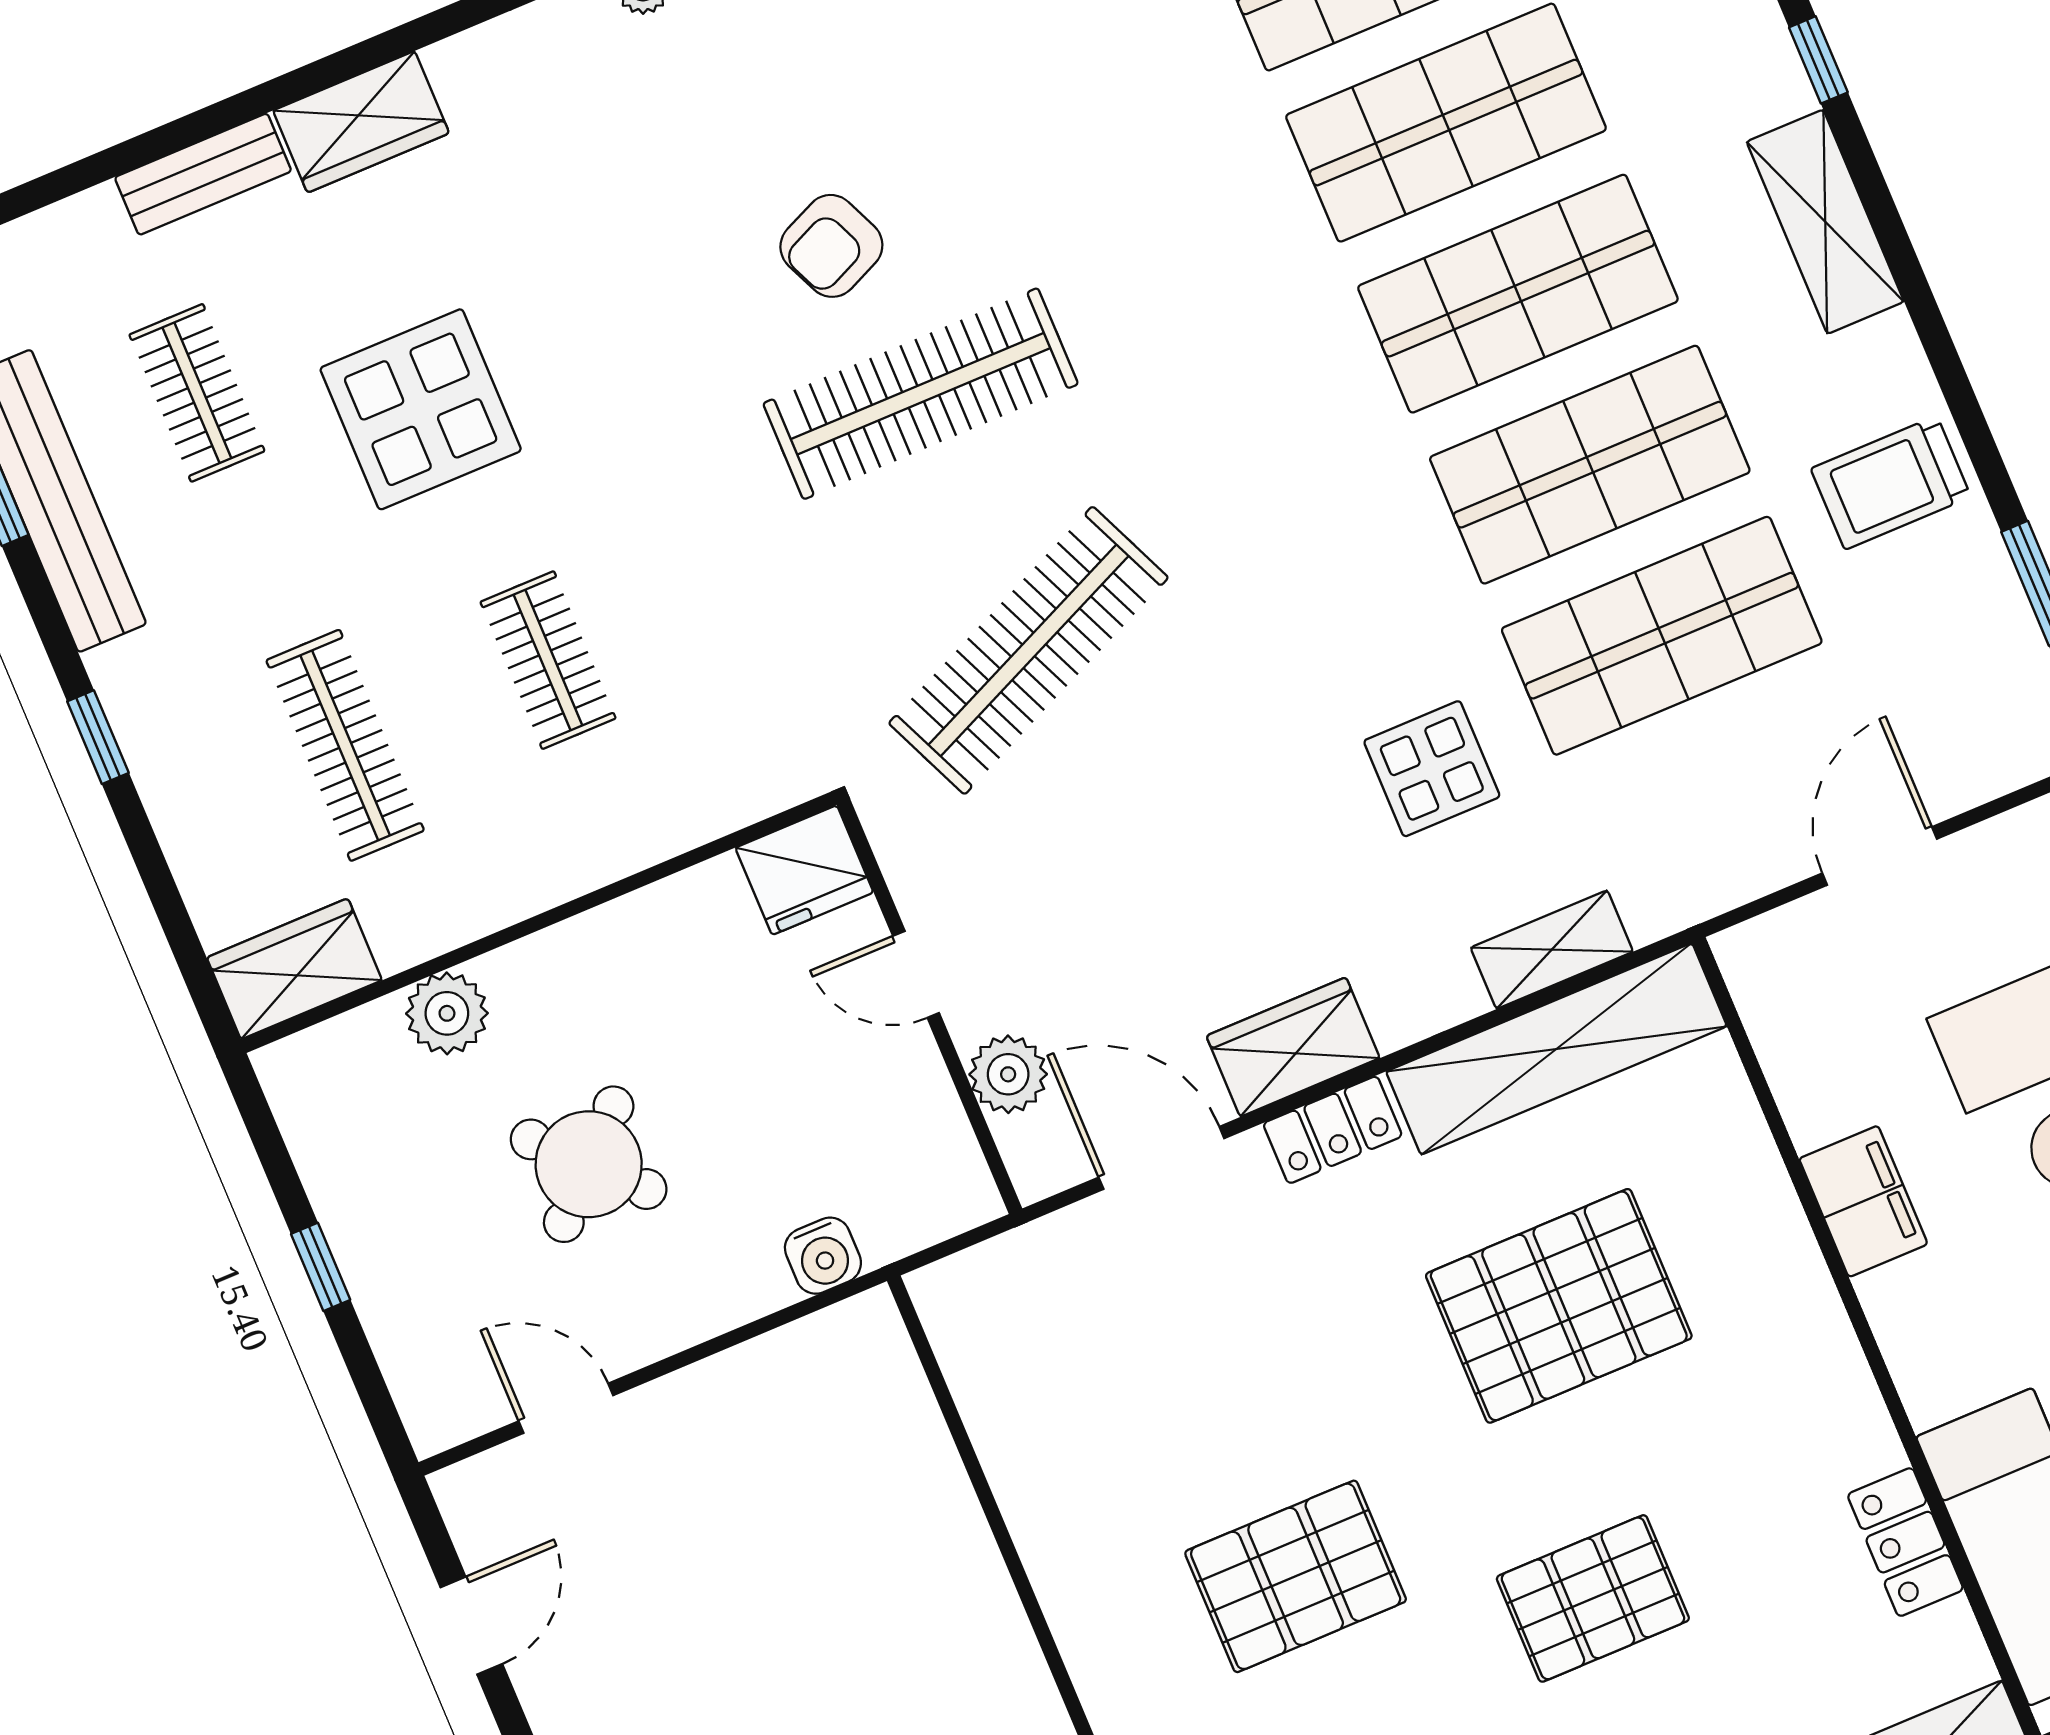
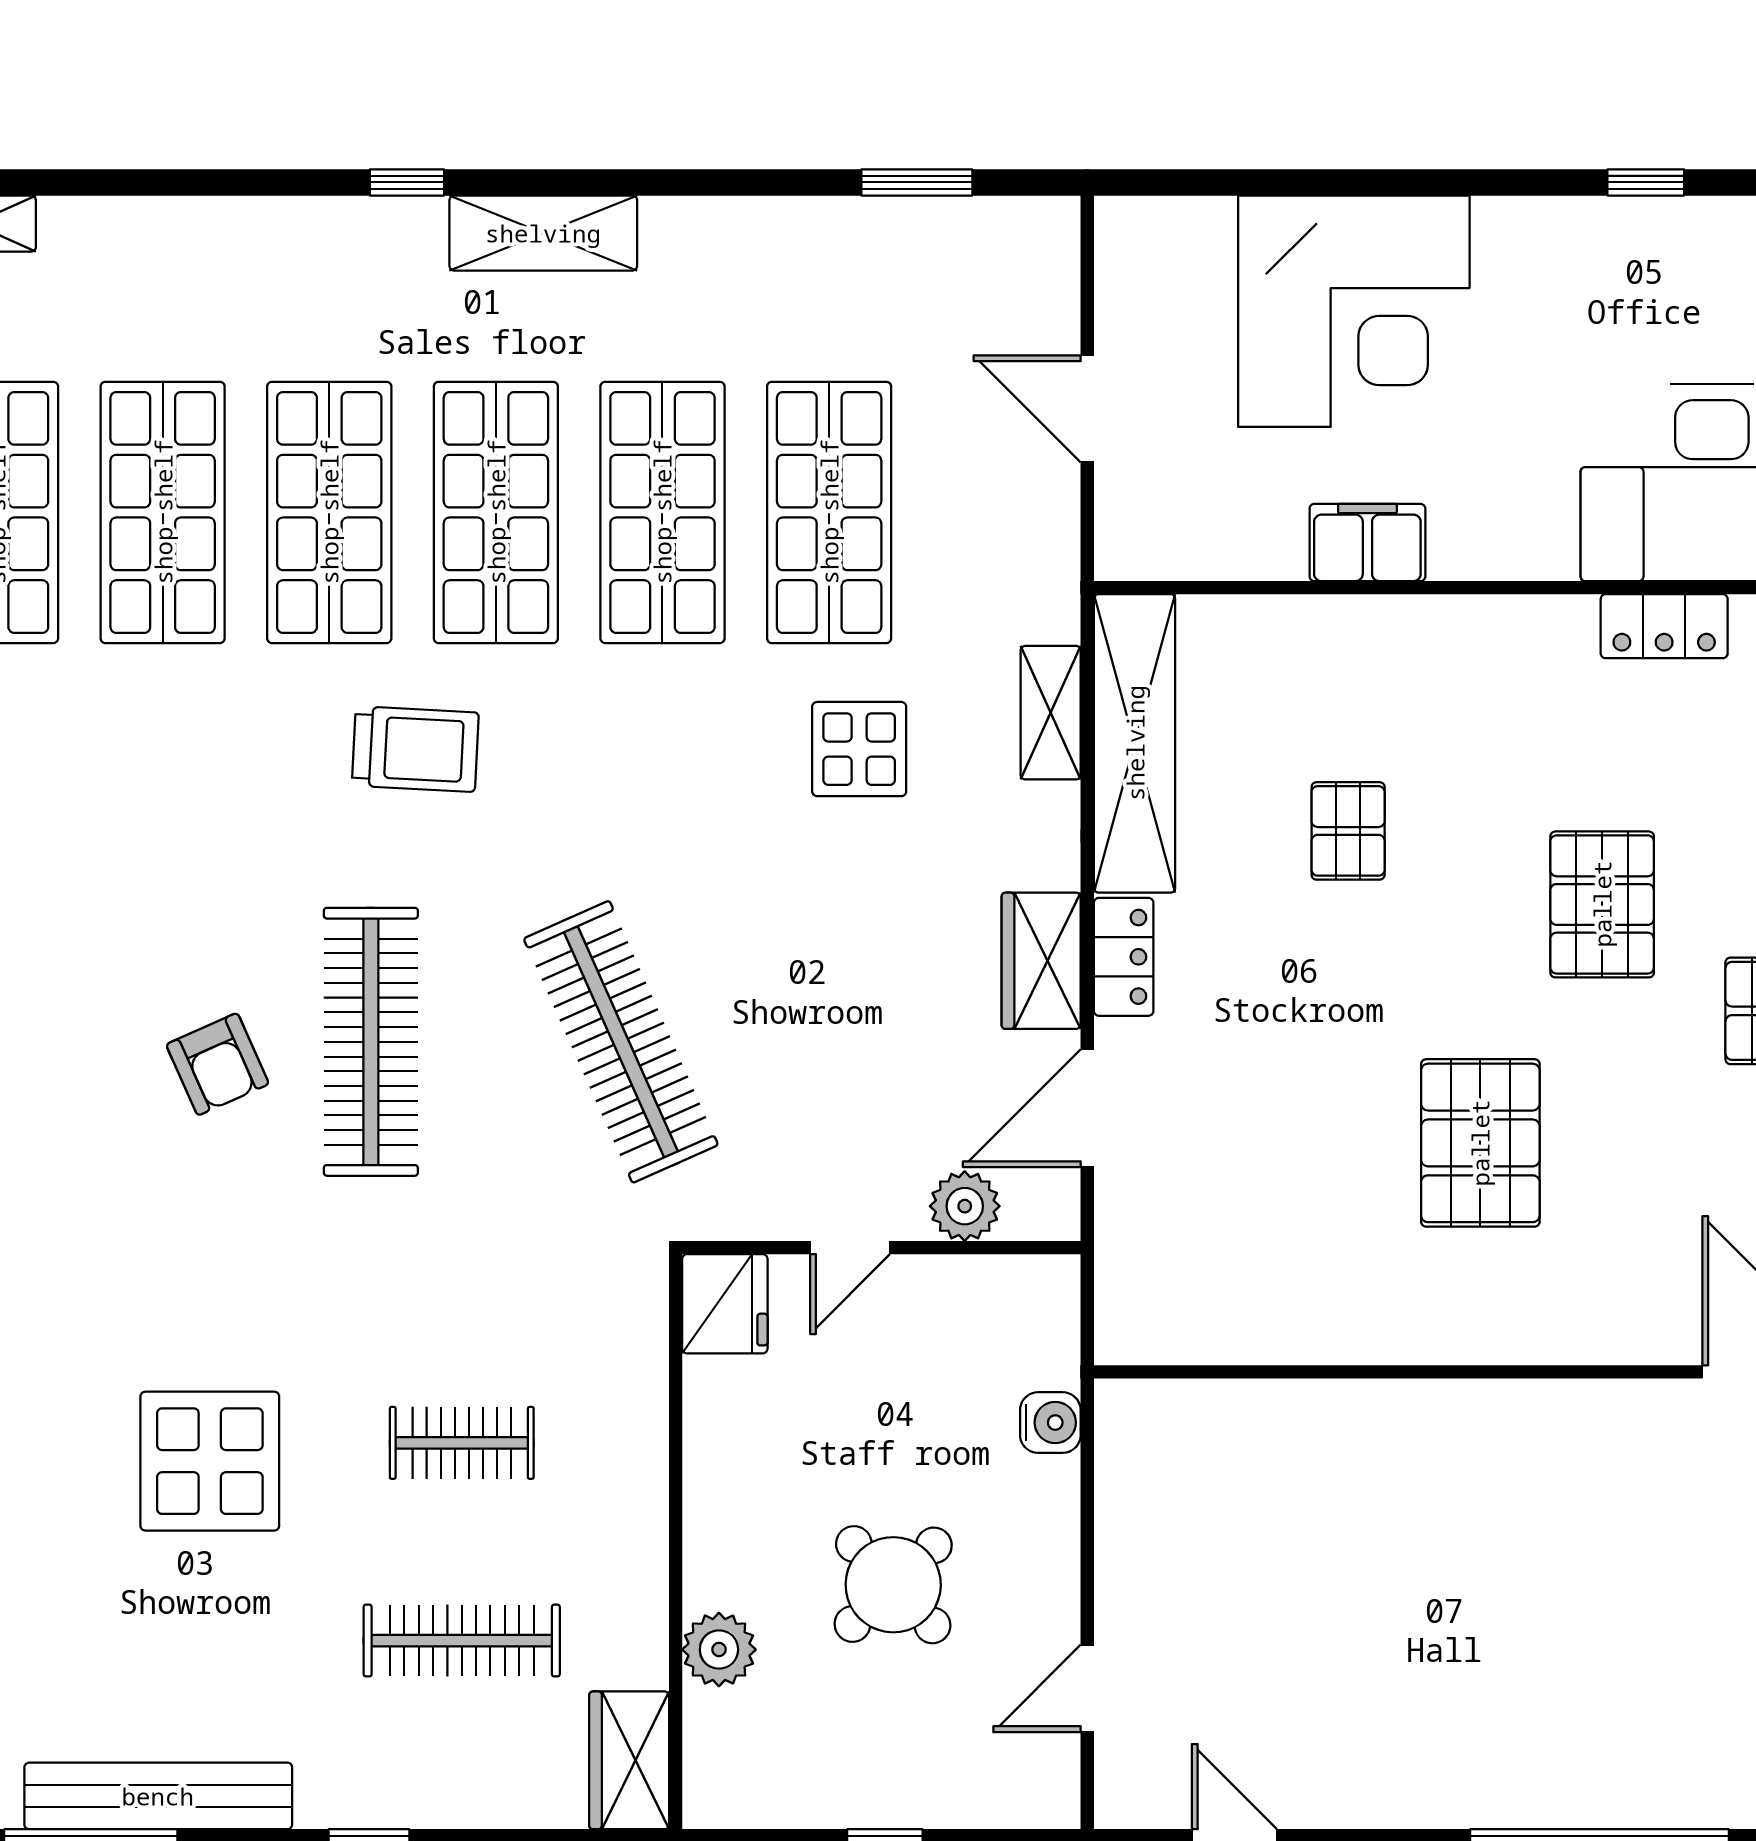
clothes rail: (197, 393) -> (118, 1641), removed
trolley: (1891, 483) -> (415, 749), moved, turned -87
pallet: (1559, 1306) -> (1348, 831), width x0.49, depth x0.50

